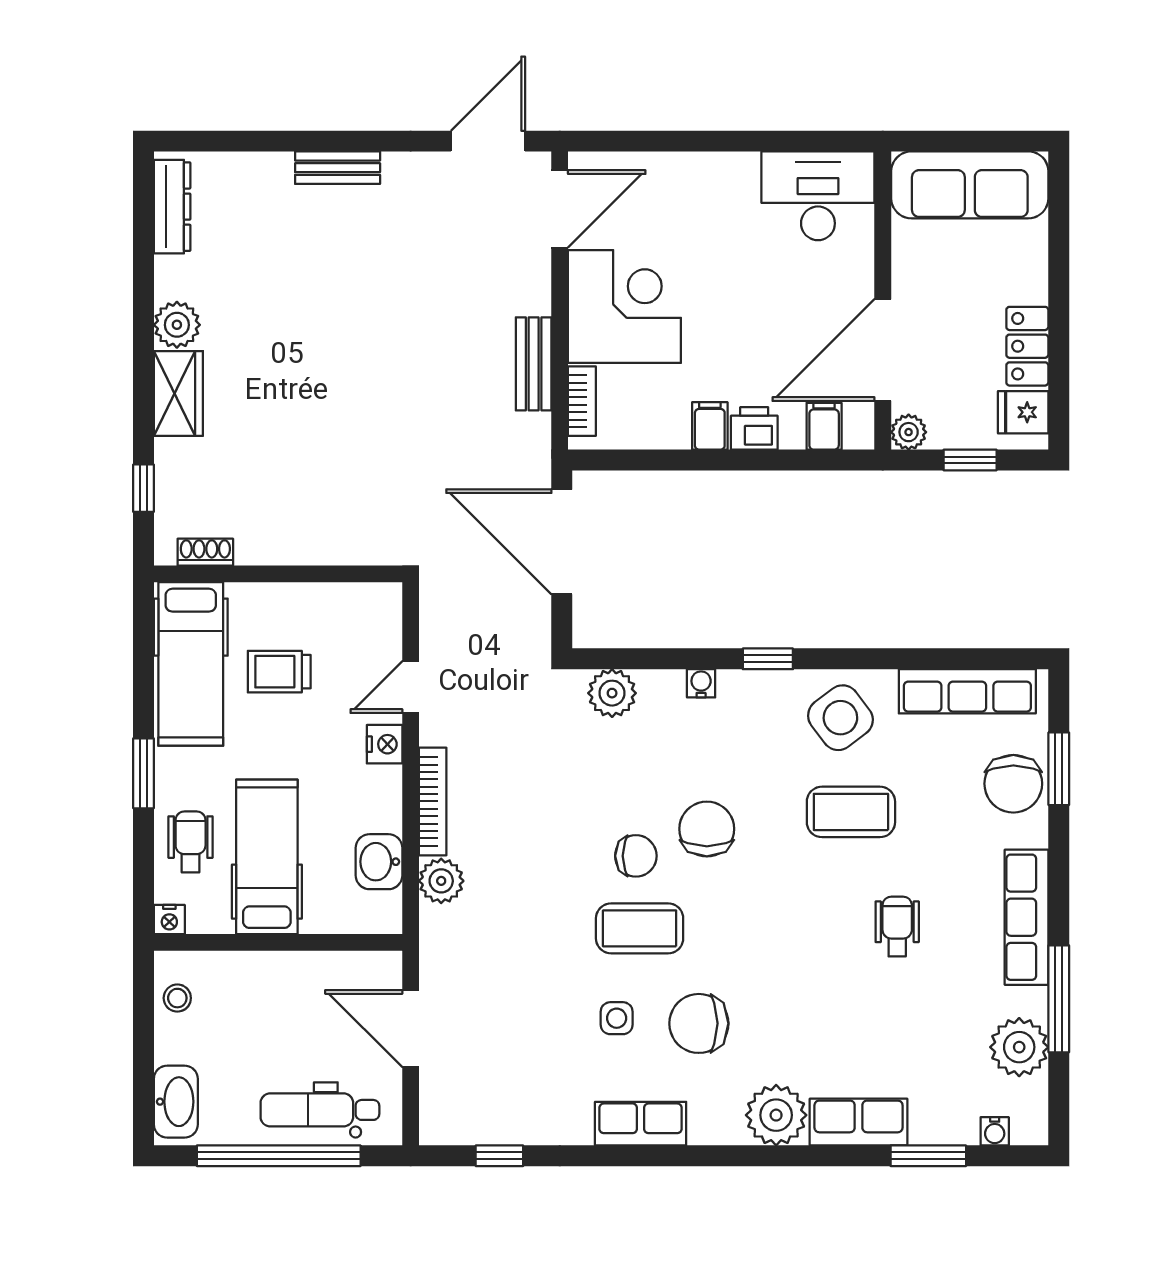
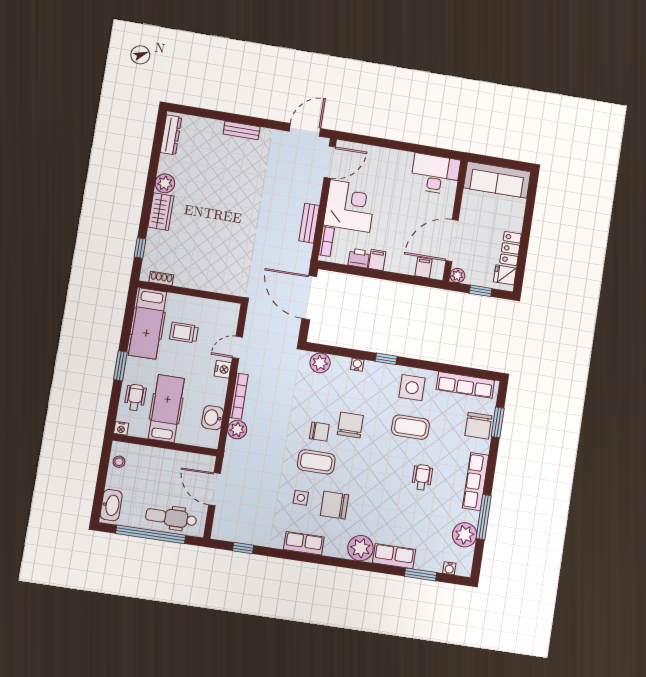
printer: (754, 428) -> (359, 258), moved
side table: (840, 718) -> (412, 388), turned 37

